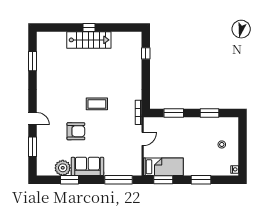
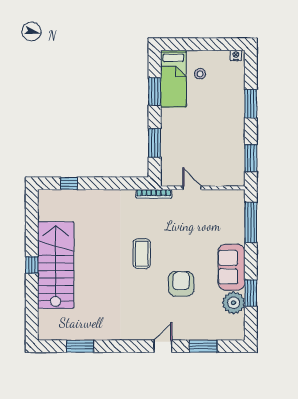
stairs: (89, 40) -> (56, 265), width x1.36, depth x1.51
bed: (163, 167) -> (173, 79), moved, turned 180

